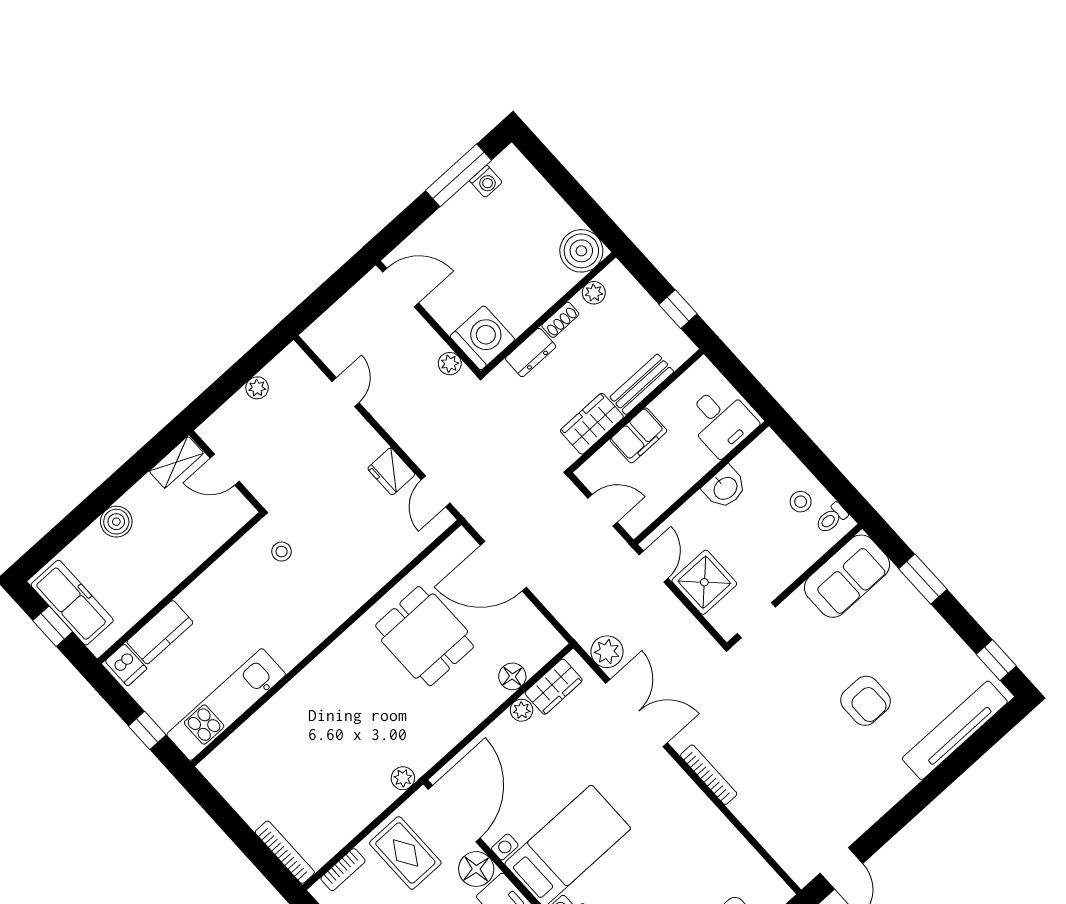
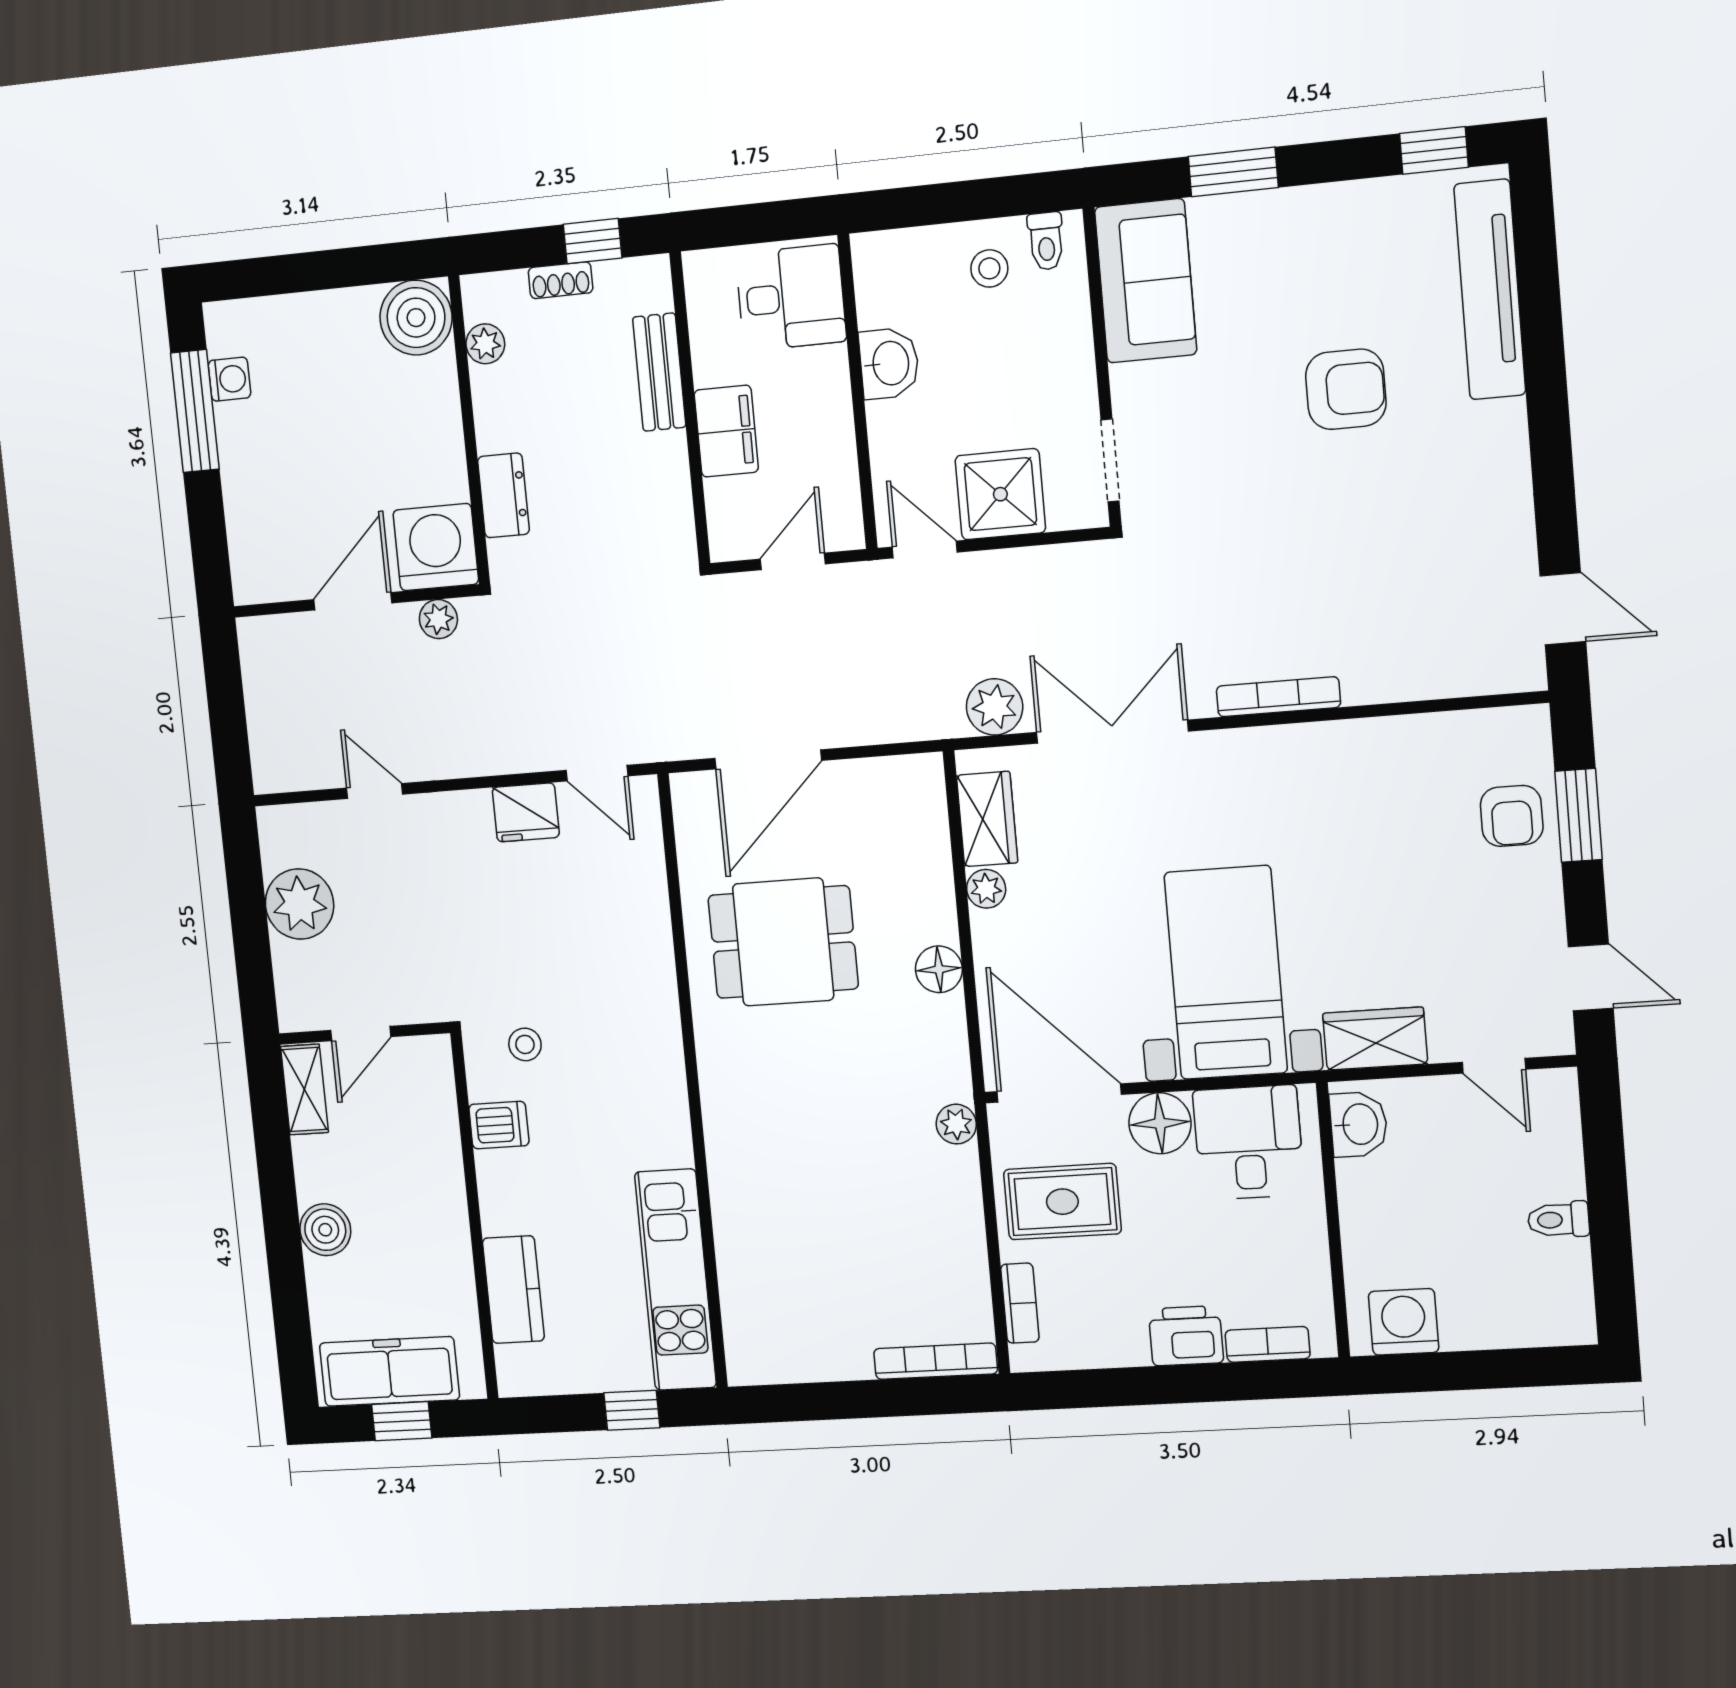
door: (401, 287) -> (353, 601), moved
shoe rack: (560, 320) -> (561, 280), moved, turned 90
plant: (257, 388) -> (300, 904), width x1.87, depth x1.87
wardrobe: (592, 424) -> (663, 485), removed
dishwasher: (126, 665) -> (499, 1125), moved
floor lamp: (512, 676) -> (939, 969), moved

